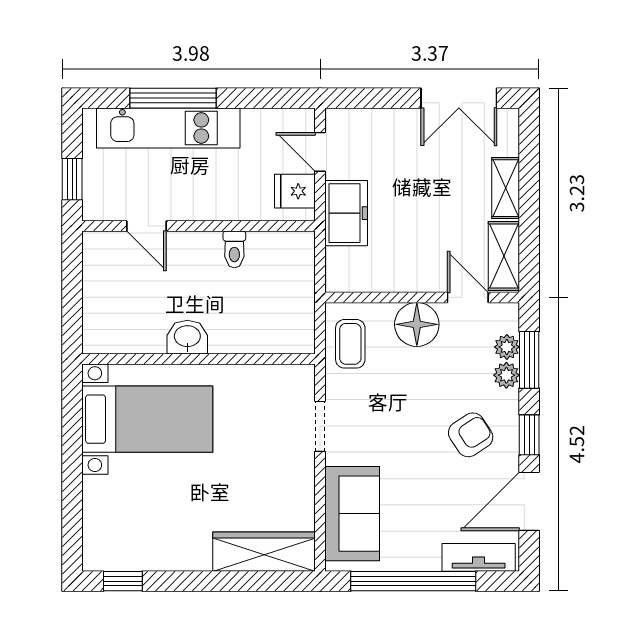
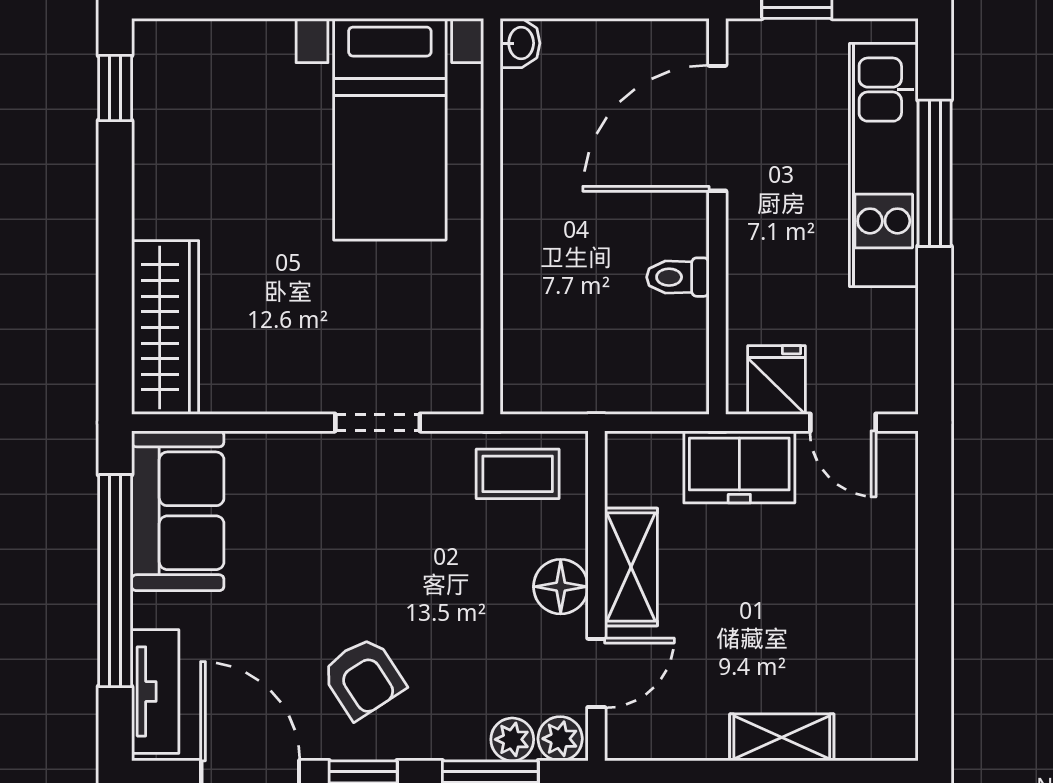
double door: (459, 98) -> (935, 658), removed
door: (320, 152) -> (843, 423), swing flipped
door: (147, 226) -> (717, 128), width x1.88
shelving: (504, 256) -> (631, 567), moved, turned 90
floor lamp: (417, 324) -> (561, 587), width x0.73, depth x0.73
washbasin: (187, 337) -> (520, 43), moved, width x0.72, depth x0.69
plant: (506, 375) -> (560, 739), moved
sofa: (352, 514) -> (178, 511), moved, turned -90

